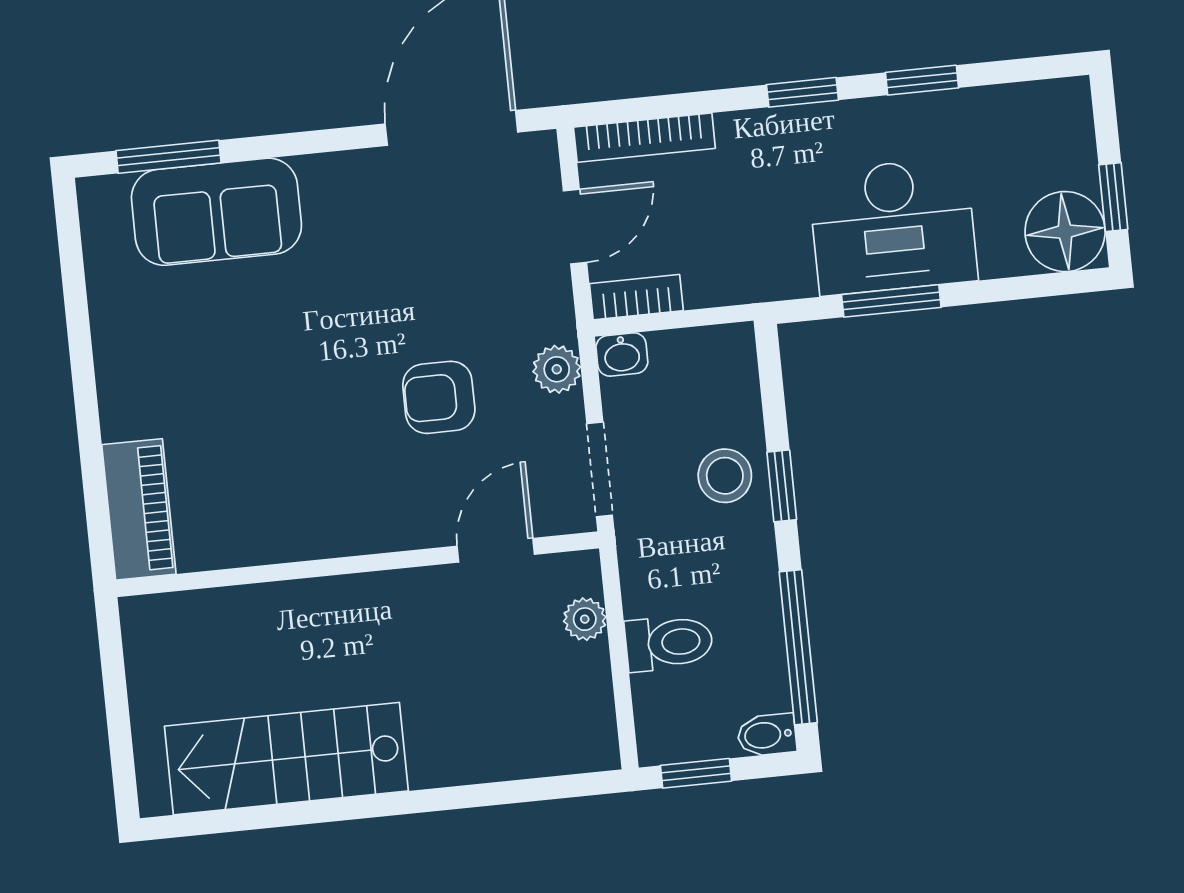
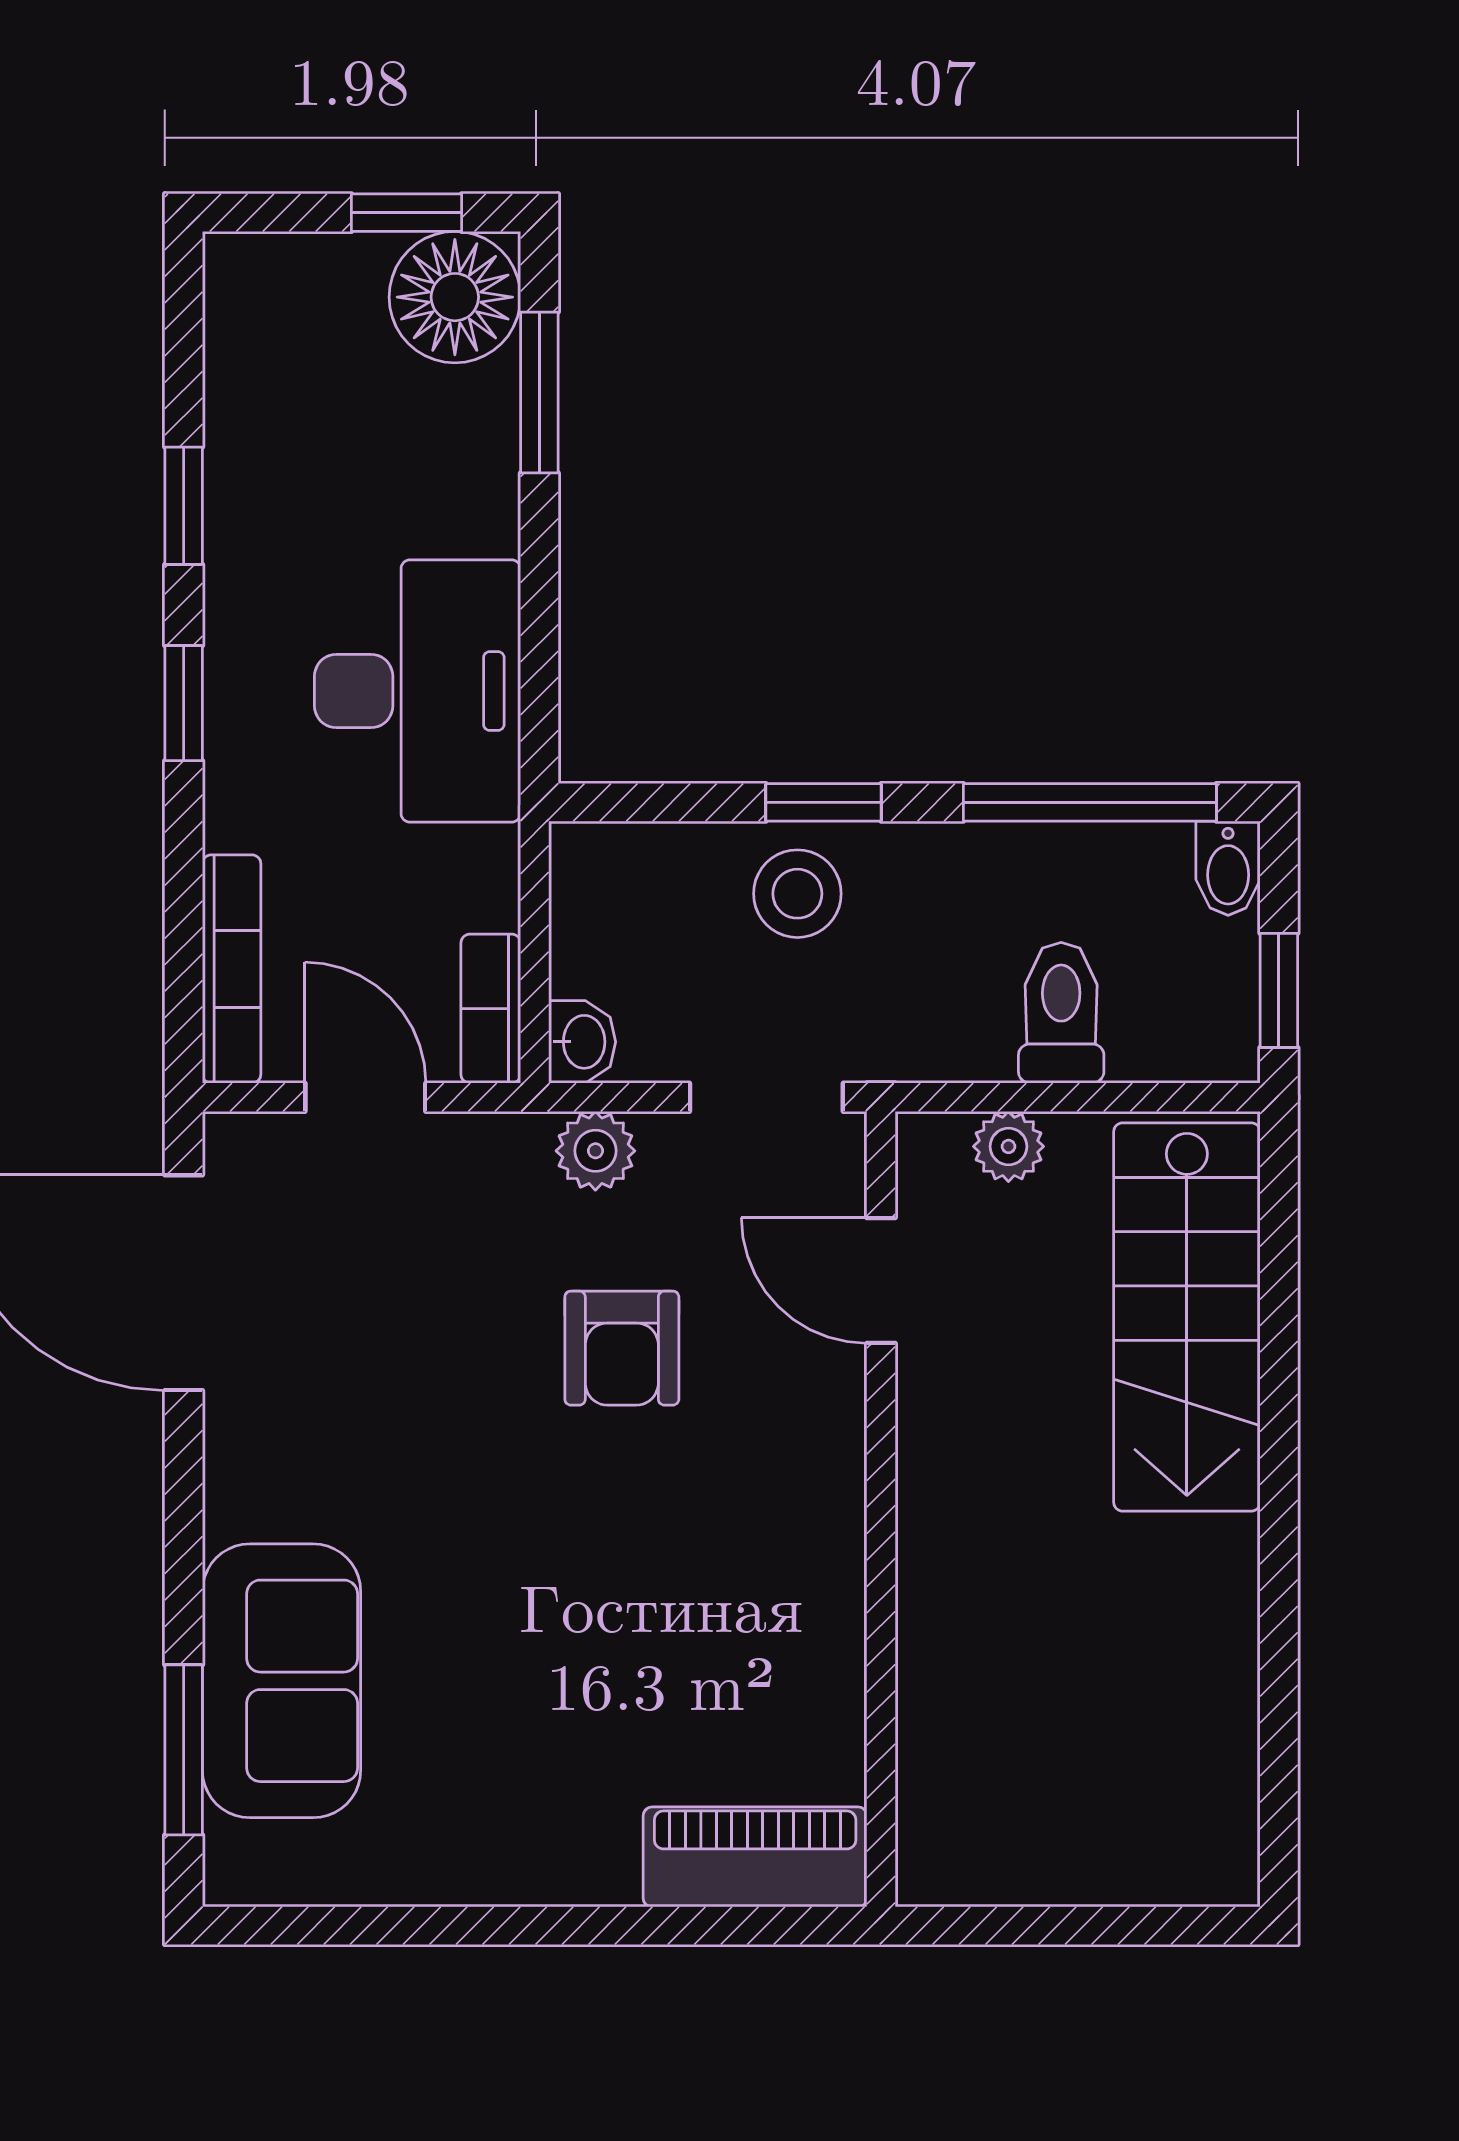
desk: (893, 226) -> (418, 691), moved
window: (891, 301) -> (539, 392), moved
stairs: (286, 759) -> (1187, 1317), moved

